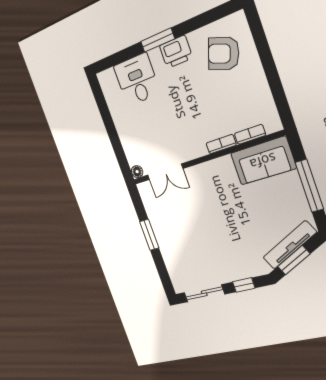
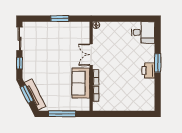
armchair: (224, 54) -> (138, 94), removed
desk: (137, 80) -> (143, 32), moved
sofa: (263, 161) -> (81, 83), moved
double door: (165, 172) -> (91, 55), moved

